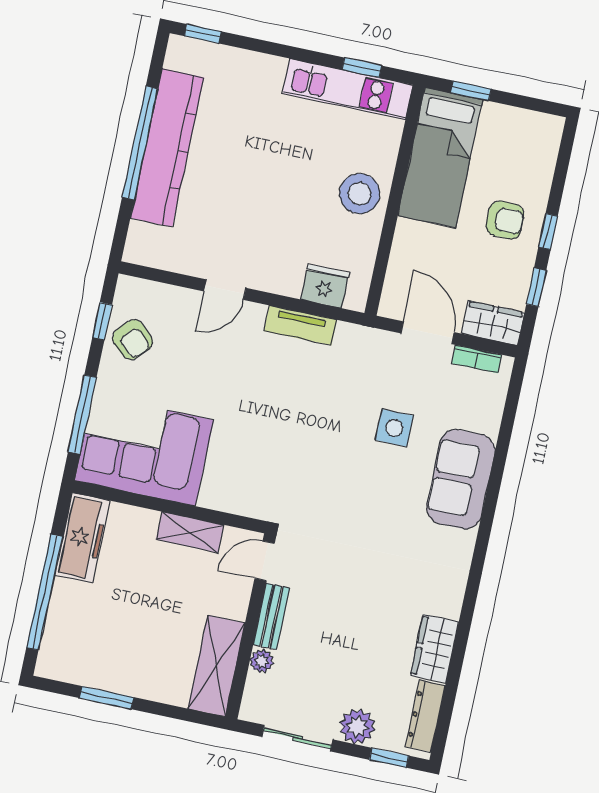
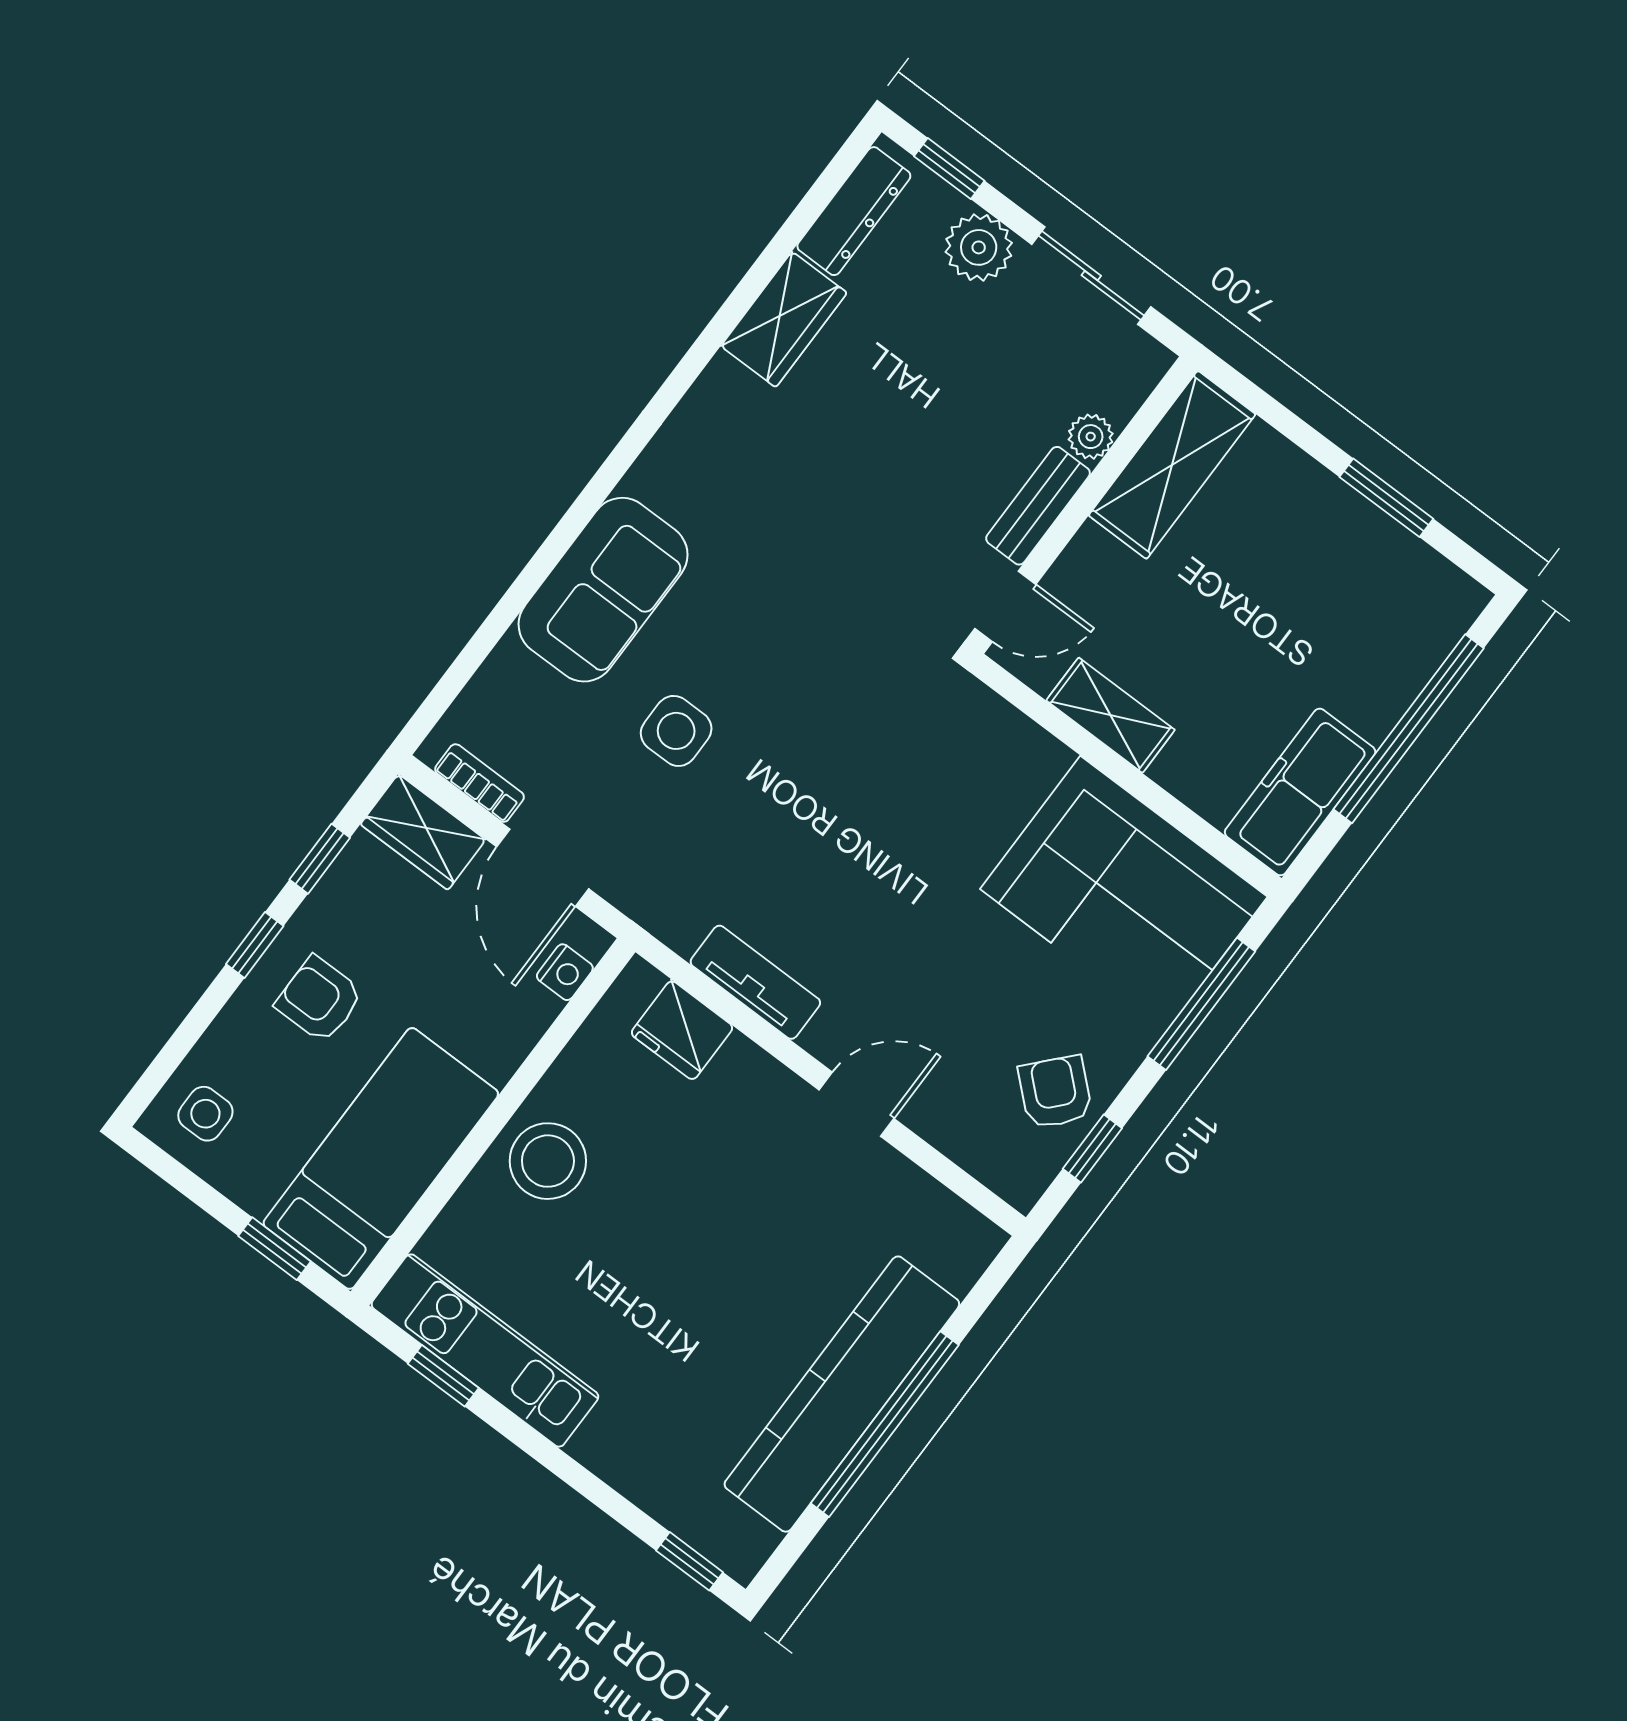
side table: (534, 140) -> (205, 1114), added
nightstand: (394, 288) -> (565, 972), added

